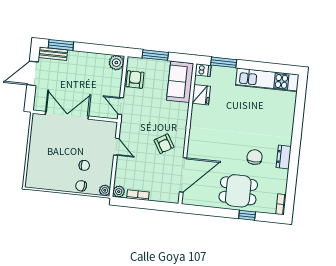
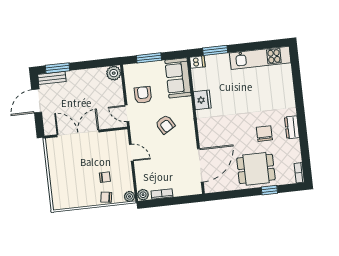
armchair: (135, 79) -> (143, 95), moved
fridge: (201, 95) -> (202, 100), moved
armchair: (164, 144) -> (165, 124), moved

